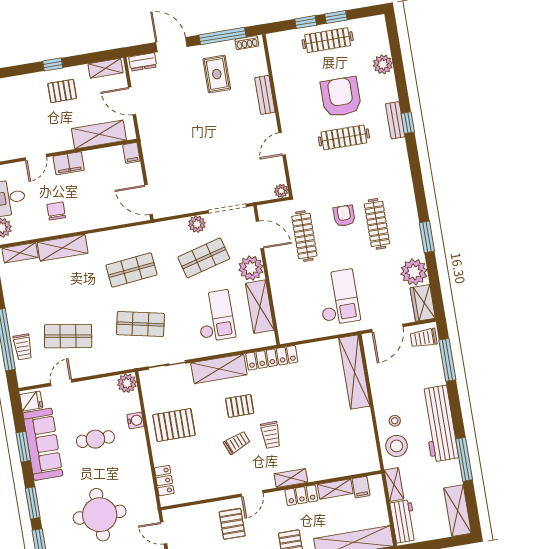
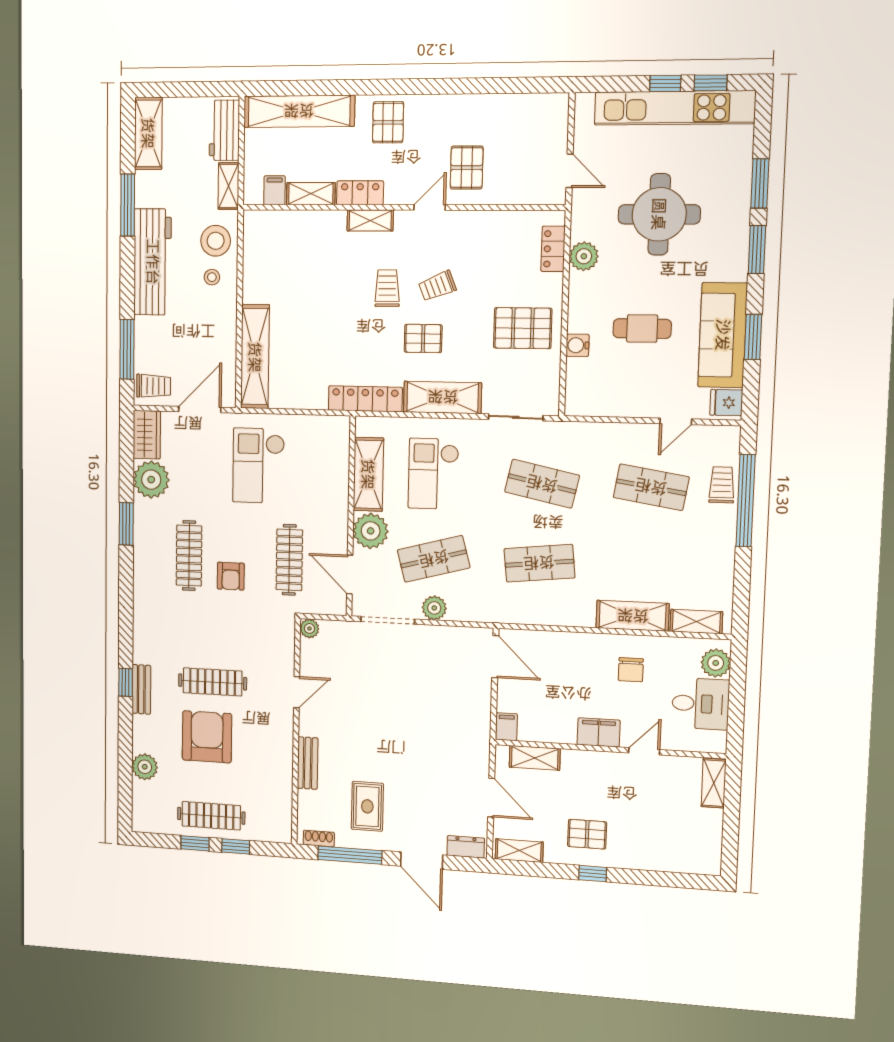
armchair: (341, 97) -> (207, 737), turned 180
shelving: (99, 134) -> (535, 758), width x0.67, depth x0.75
plant: (127, 383) -> (584, 256), moved

